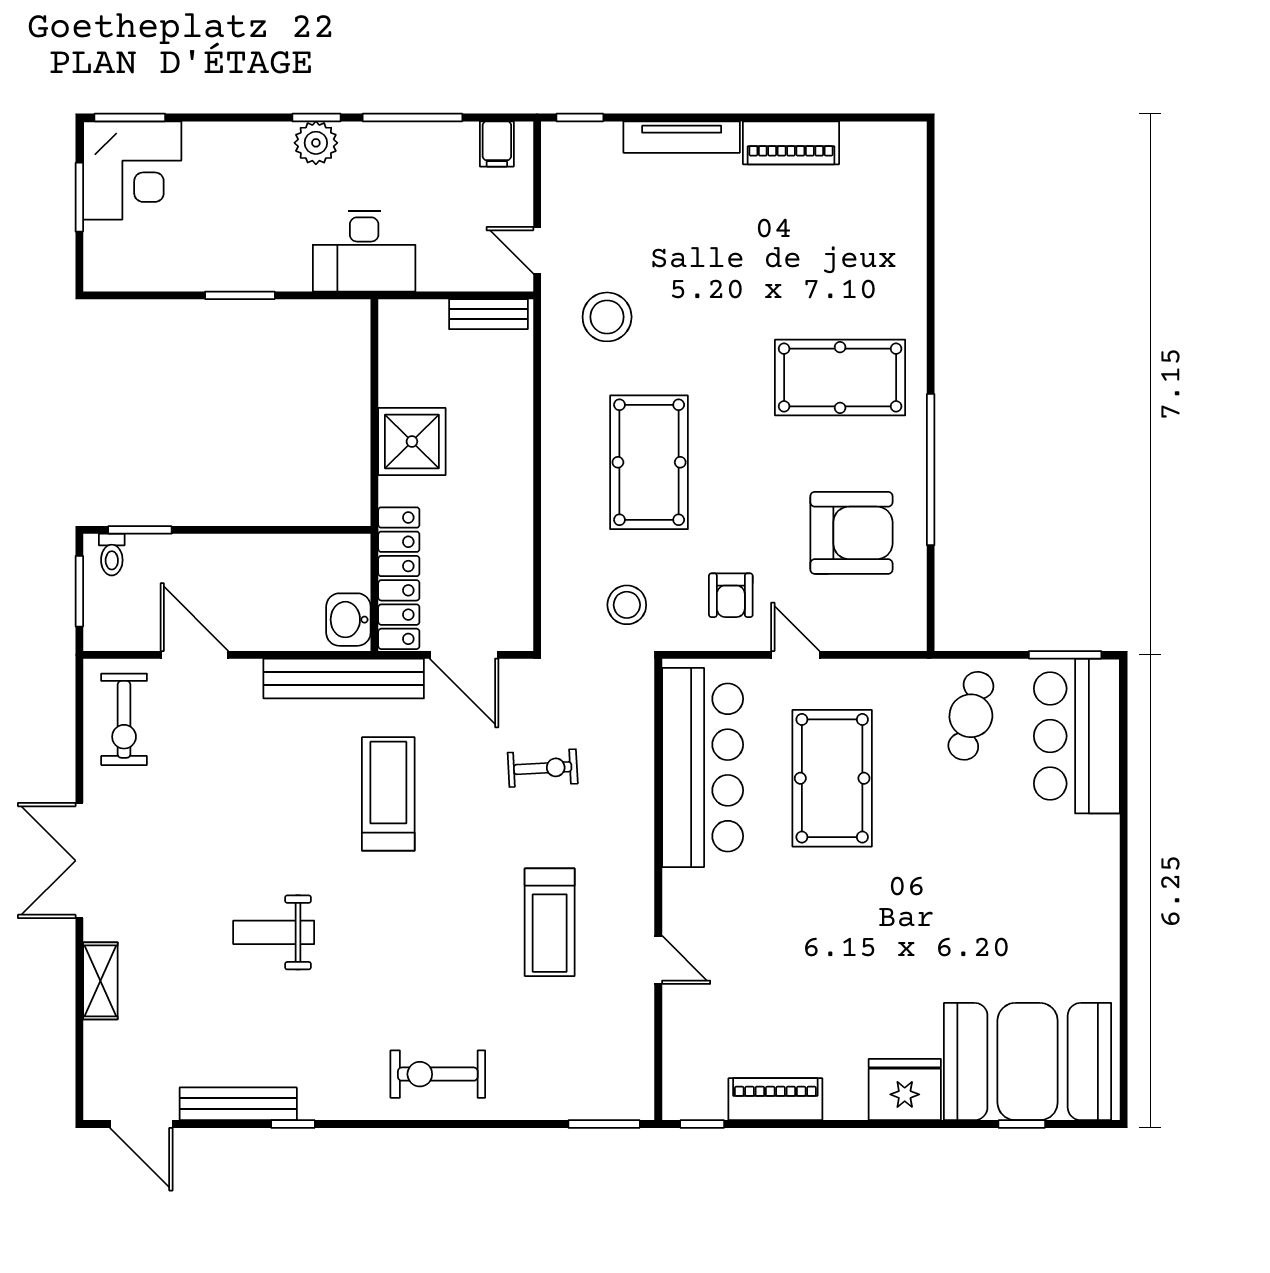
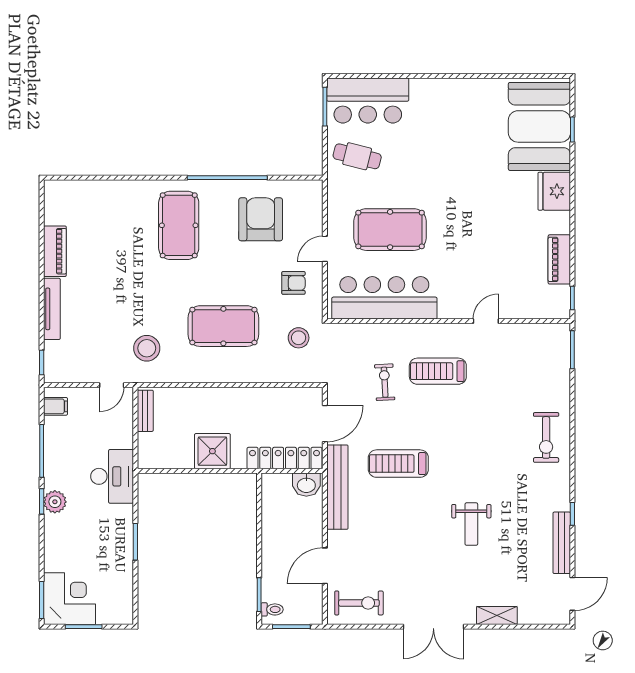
treadmill: (550, 922) -> (438, 371), moved, turned 180

